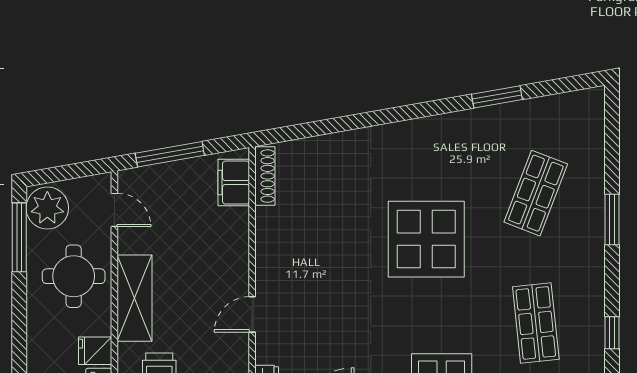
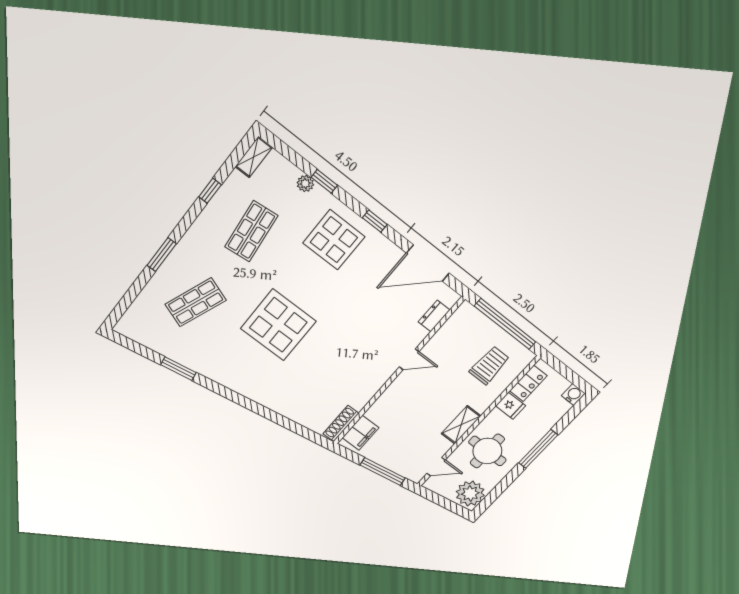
door: (114, 210) -> (436, 467), swing flipped
window: (19, 237) -> (538, 449), moved
shelving: (134, 298) -> (461, 425), width x0.67, depth x0.75

